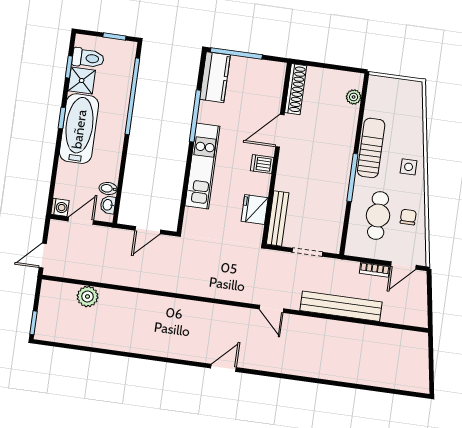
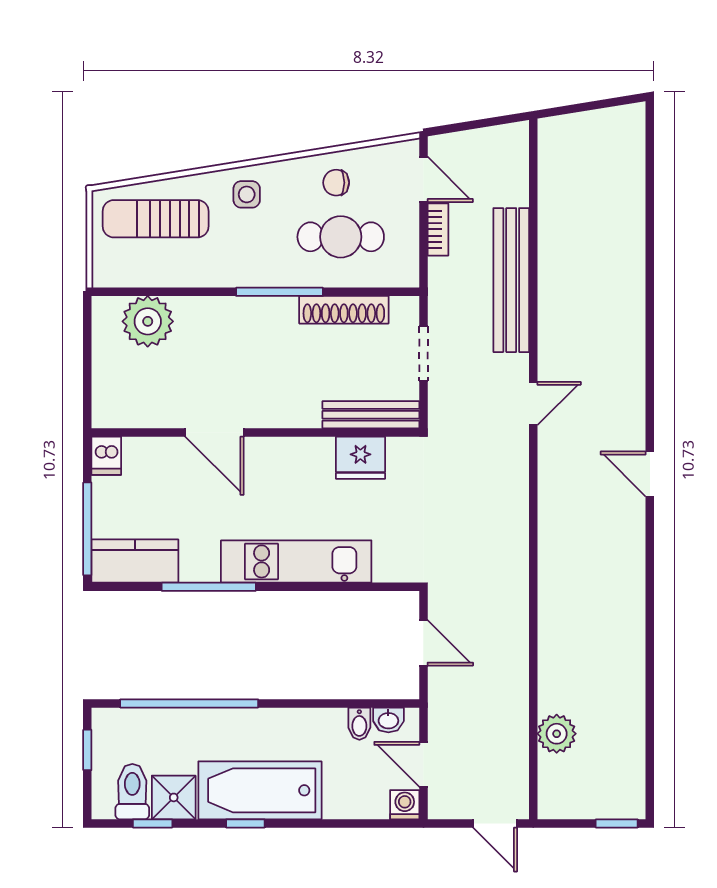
shoe rack: (296, 89) -> (344, 310), moved, turned 180
plant: (354, 97) -> (148, 321), width x1.87, depth x1.87
sun lounger: (371, 148) -> (156, 219), moved
dishwasher: (262, 164) -> (106, 456), moved

